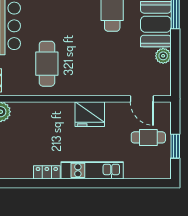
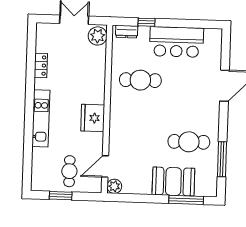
plant: (163, 56) -> (114, 186), moved
locker: (47, 172) -> (41, 65), moved

